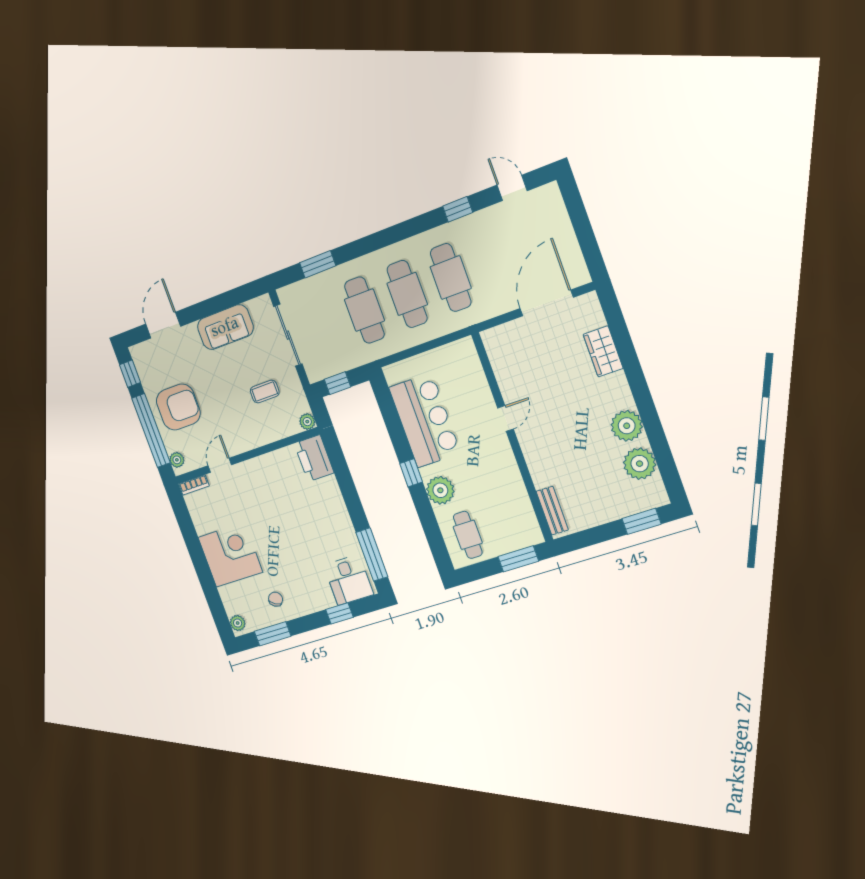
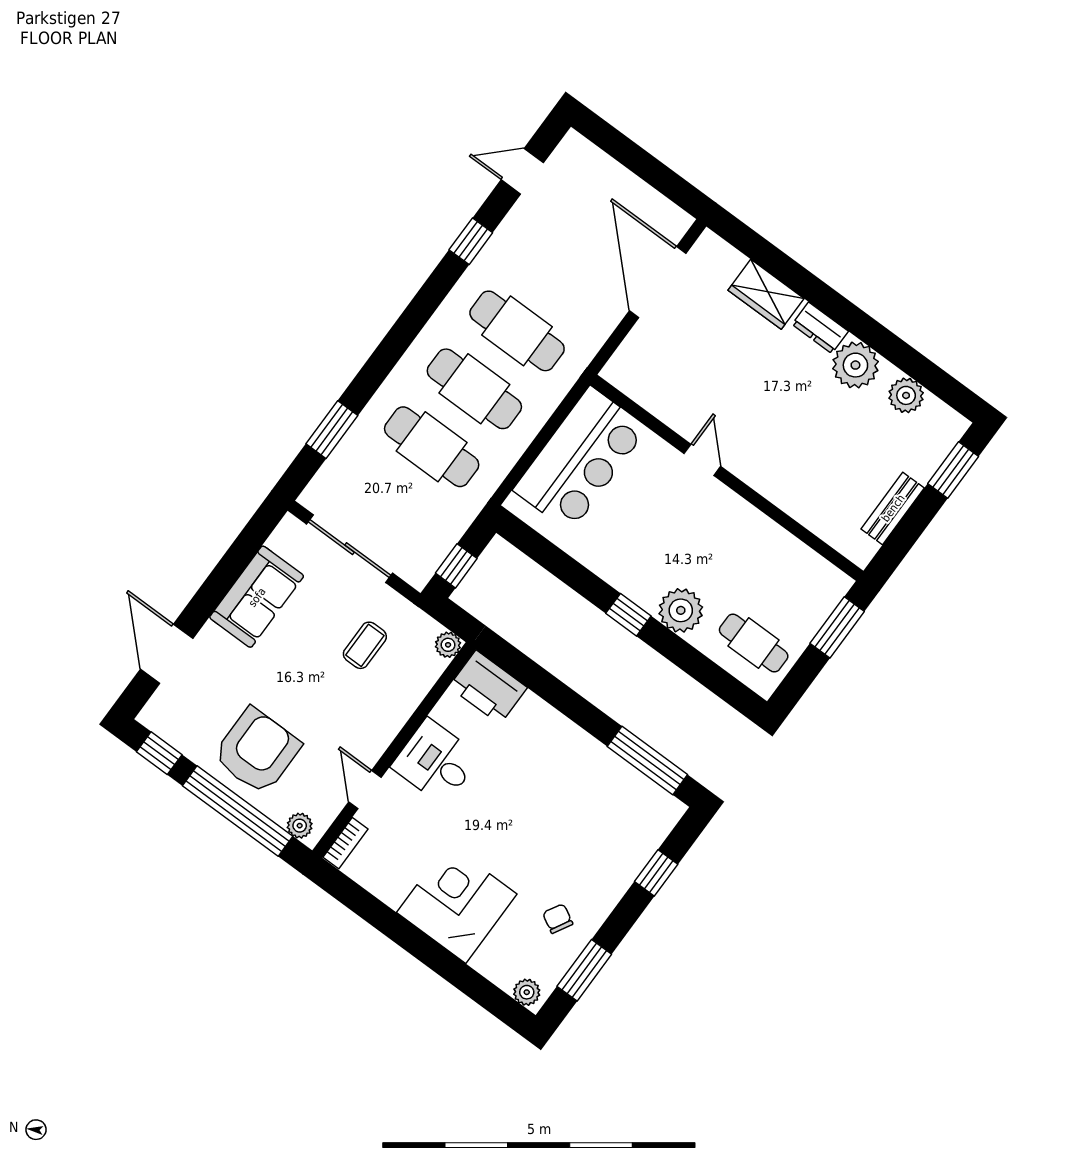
dresser: (621, 391) -> (820, 328), added
bar counter: (425, 420) -> (580, 459), moved, turned 90
plant: (640, 464) -> (906, 395), width x0.73, depth x0.73
bench: (552, 511) -> (893, 508), moved, turned 90
desk: (348, 580) -> (436, 762), moved, turned 180

